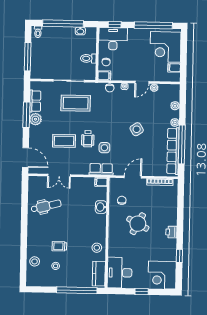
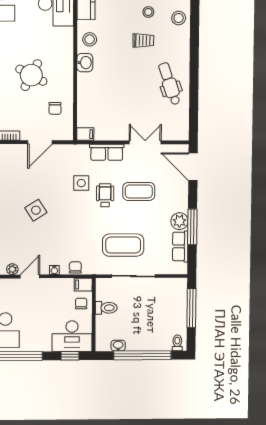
row of seats: (101, 169) -> (107, 152), moved
dental chair: (46, 206) -> (170, 84), moved, turned 85
washbasin: (101, 207) -> (85, 63), moved

